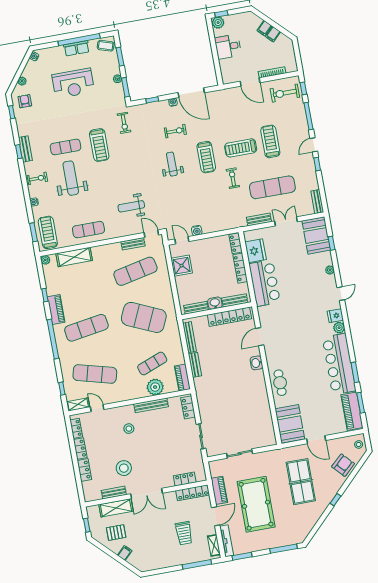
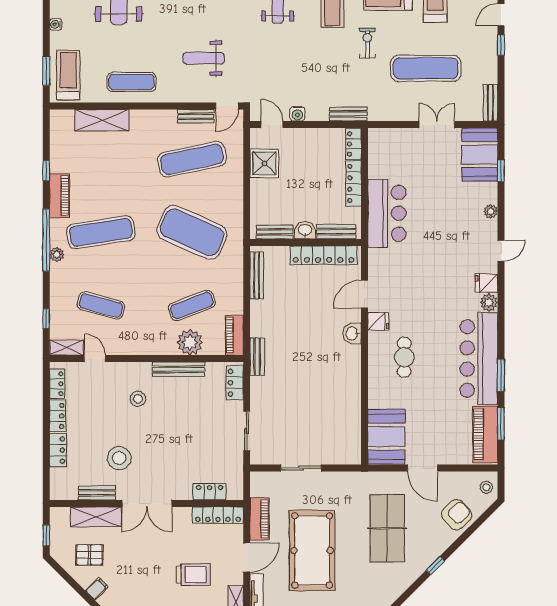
bench: (259, 219) -> (348, 114), moved
door: (151, 234) -> (227, 106), swing flipped
fridge: (255, 251) -> (378, 321), moved, width x0.53, depth x0.75
plant: (45, 260) -> (57, 254), moved
bench: (195, 365) -> (257, 357), moved
exercise mat: (95, 374) -> (101, 305), width x0.73, depth x0.69
cafe table: (280, 383) -> (404, 357), moved
trolley: (184, 533) -> (193, 575), turned -90

